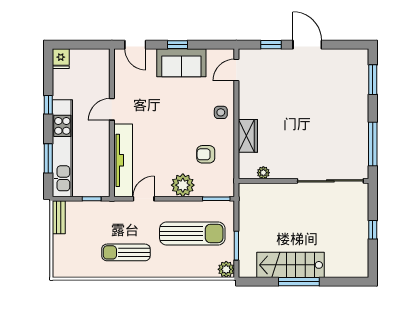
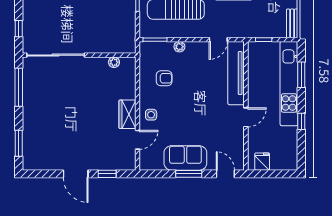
window: (177, 45) -> (189, 174), width x1.50
fridge: (61, 59) -> (262, 162), moved
door: (236, 70) -> (137, 140), moved
wardrobe: (248, 136) -> (127, 114), moved
plant: (183, 185) -> (179, 47), width x0.53, depth x0.53
window: (373, 230) -> (19, 29), moved

